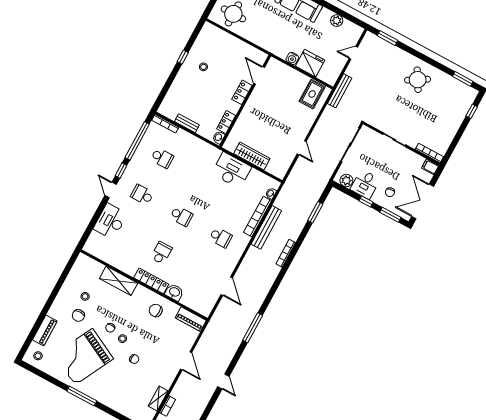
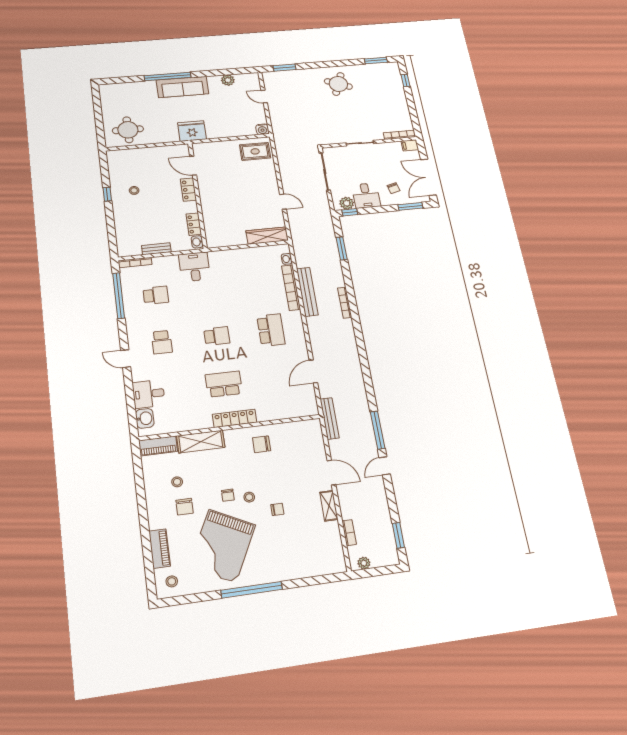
door: (353, 53) -> (264, 97), hinge flipped
water cooler: (292, 58) -> (262, 129), moved
fridge: (310, 63) -> (192, 131), moved
round table: (418, 80) -> (338, 84), turned -37
bench: (340, 91) -> (330, 418), moved
rug: (312, 94) -> (255, 151), turned 90
wardrobe: (252, 156) -> (267, 236), moved
desk: (231, 170) -> (194, 267), moved, width x0.73
window: (121, 171) -> (123, 334), removed
school desk: (142, 195) -> (162, 342), turned -90
window: (366, 202) -> (350, 212), moved
desk: (110, 221) -> (149, 394), width x0.73
school desk: (221, 237) -> (271, 330), width x1.85
school desk: (161, 253) -> (224, 384), width x1.85
door: (227, 286) -> (313, 371), swing flipped
washbasin: (174, 292) -> (145, 418), moved, turned 90
piano: (191, 319) -> (158, 446), moved
window: (253, 328) -> (378, 430), moved
door: (223, 381) -> (385, 466), swing flipped
window: (82, 396) -> (252, 590), width x1.46
shelving: (158, 399) -> (329, 506), moved

